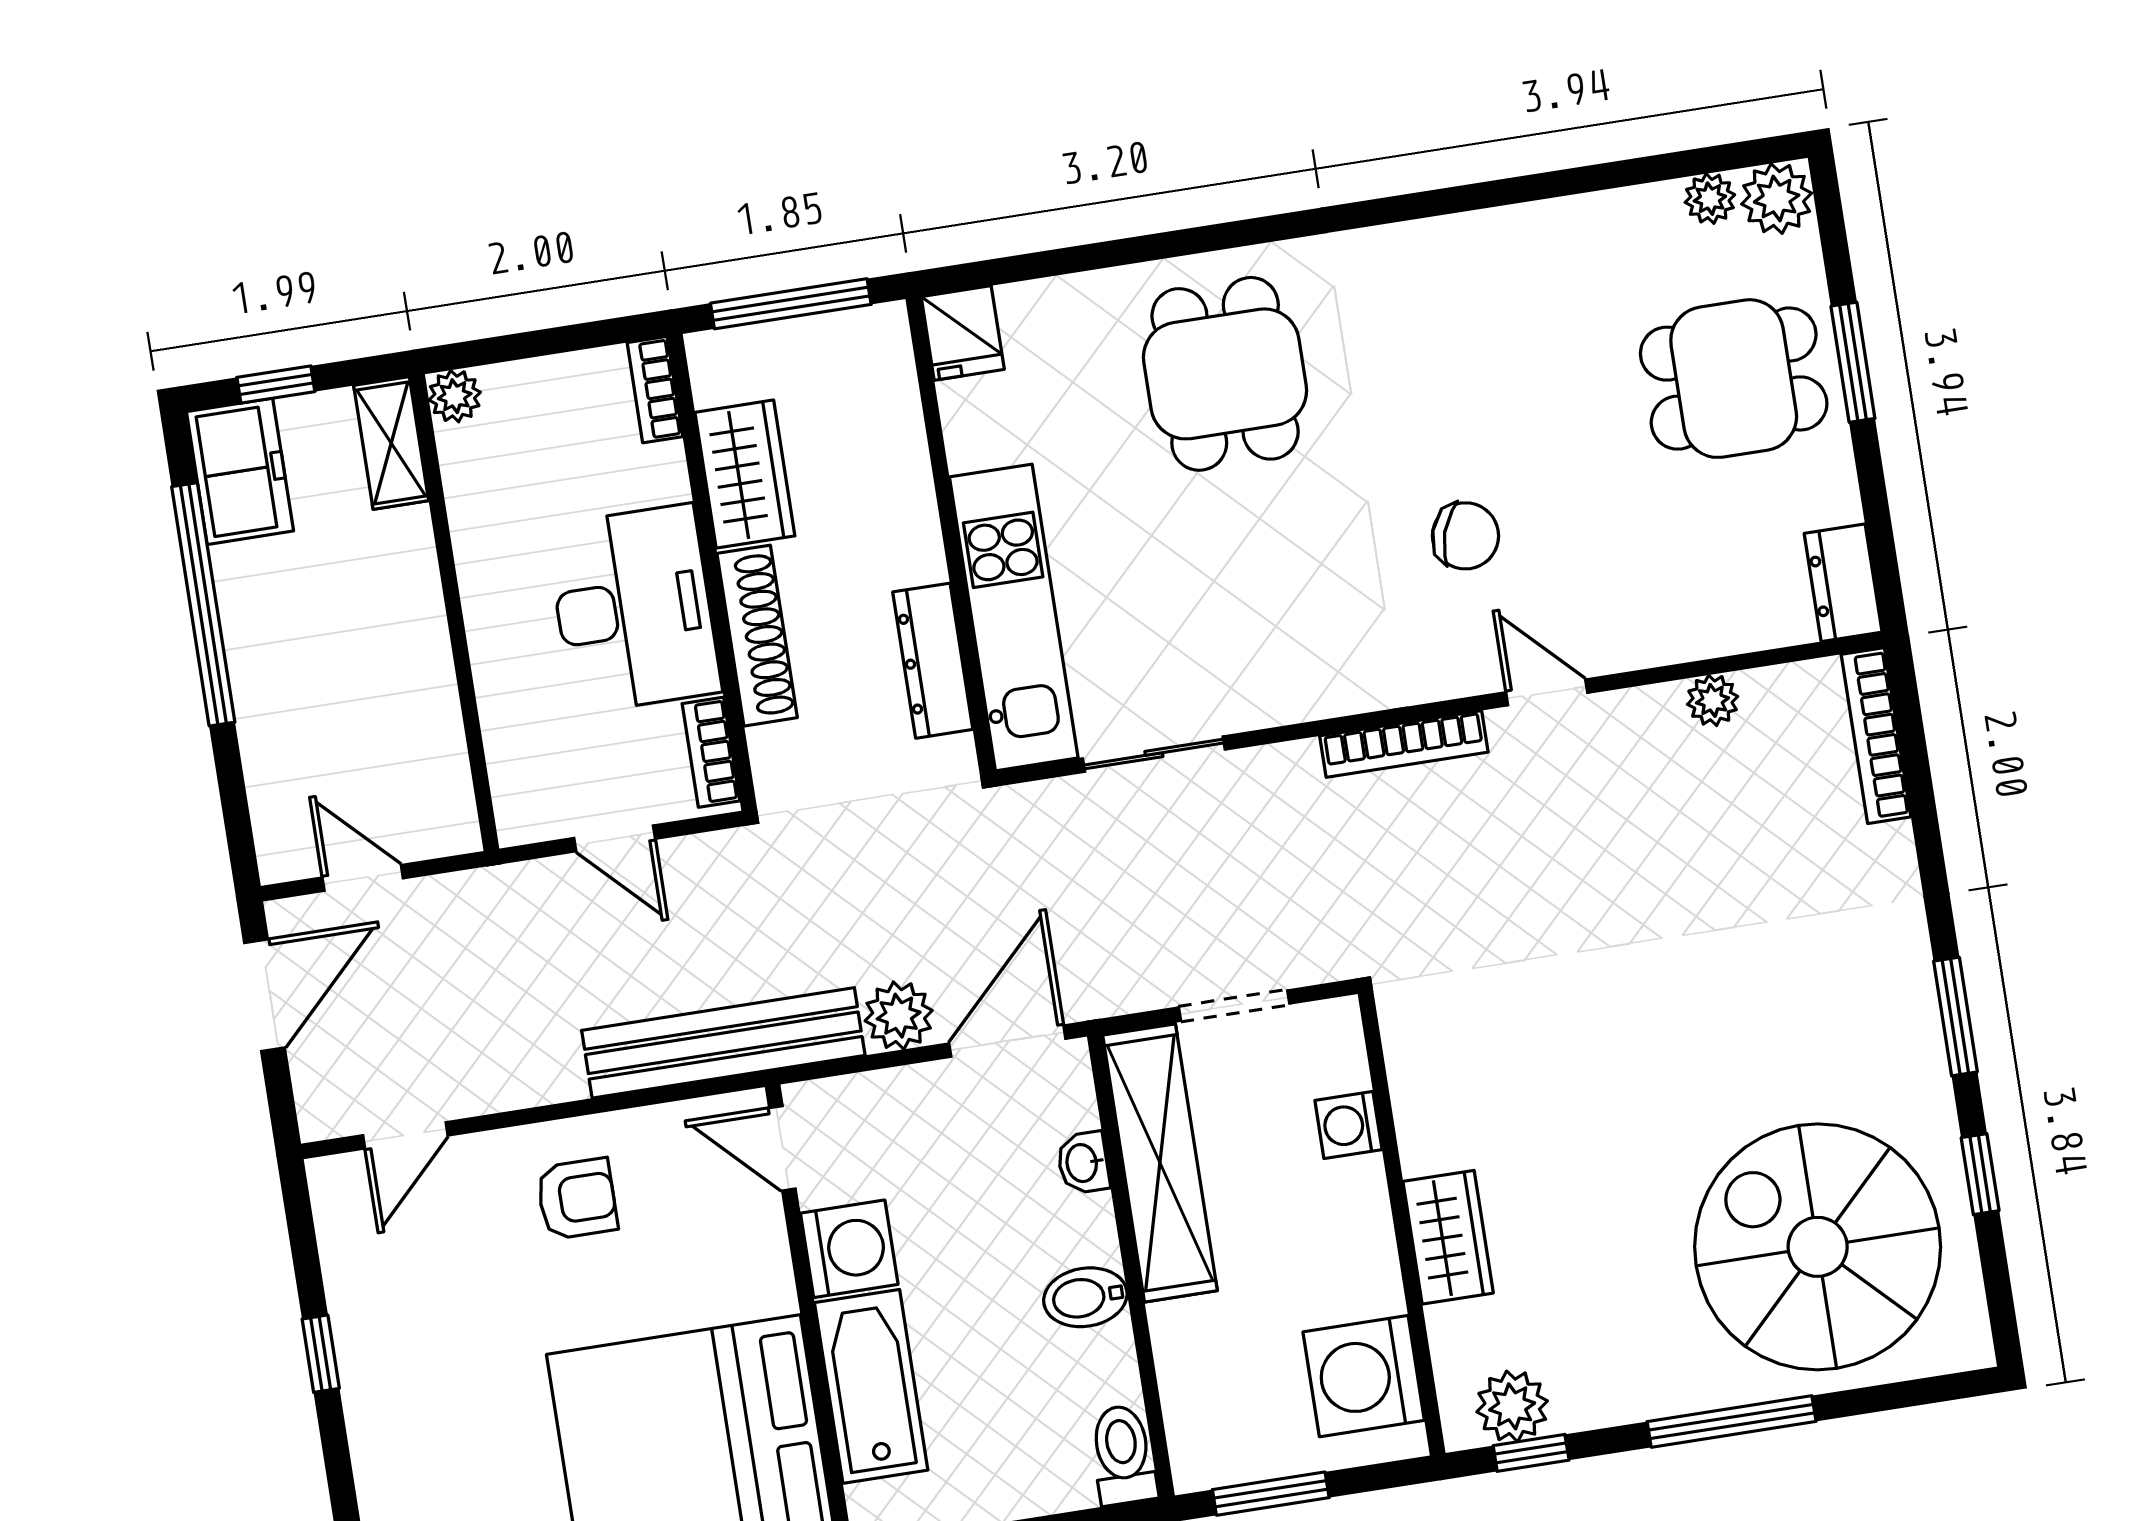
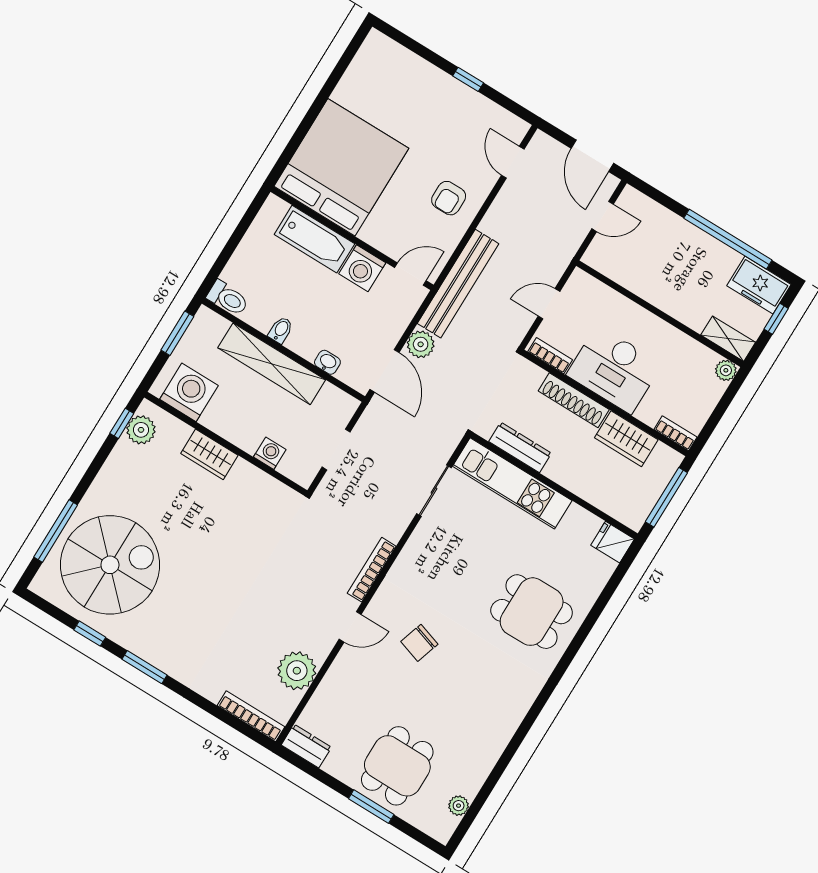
plant: (1777, 199) -> (441, 826), removed
plant: (1713, 700) -> (297, 671), width x1.88, depth x1.88
shelving: (1160, 1163) -> (272, 364), moved
bidet: (1085, 1297) -> (281, 330), width x0.72, depth x0.74
window: (1732, 1421) -> (56, 531), moved

